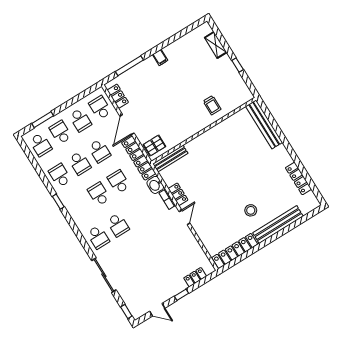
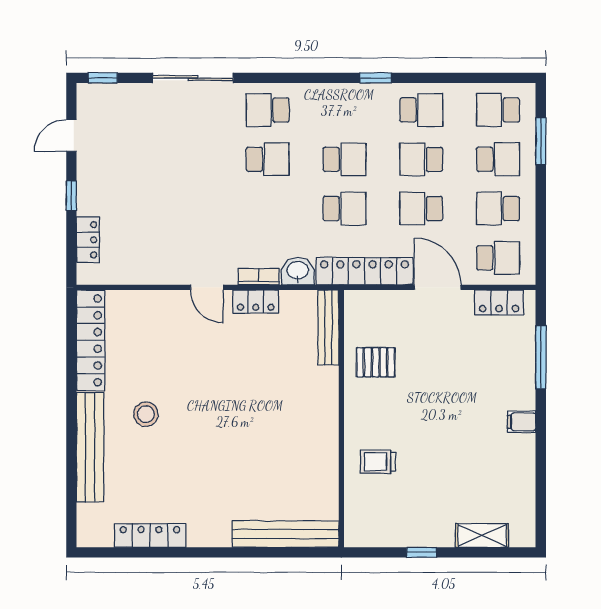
pallet: (154, 146) -> (376, 362), moved, turned 90
school desk: (118, 225) -> (268, 159), turned 180

